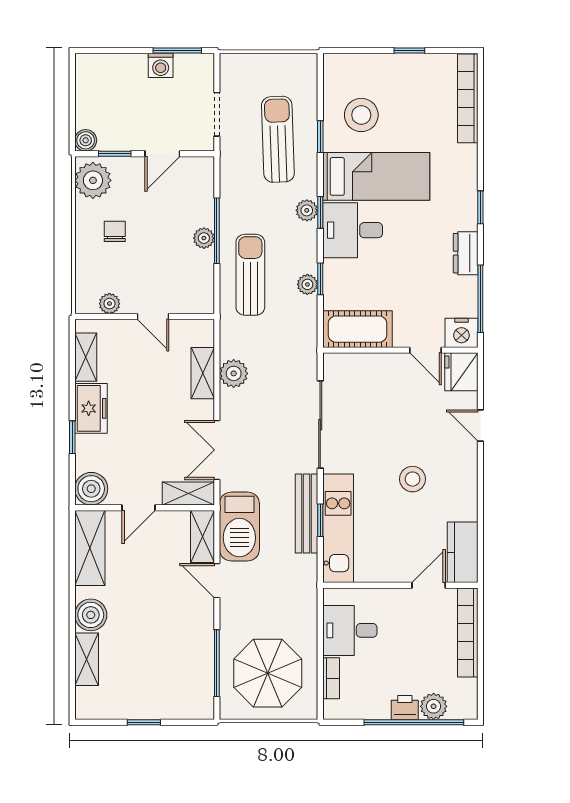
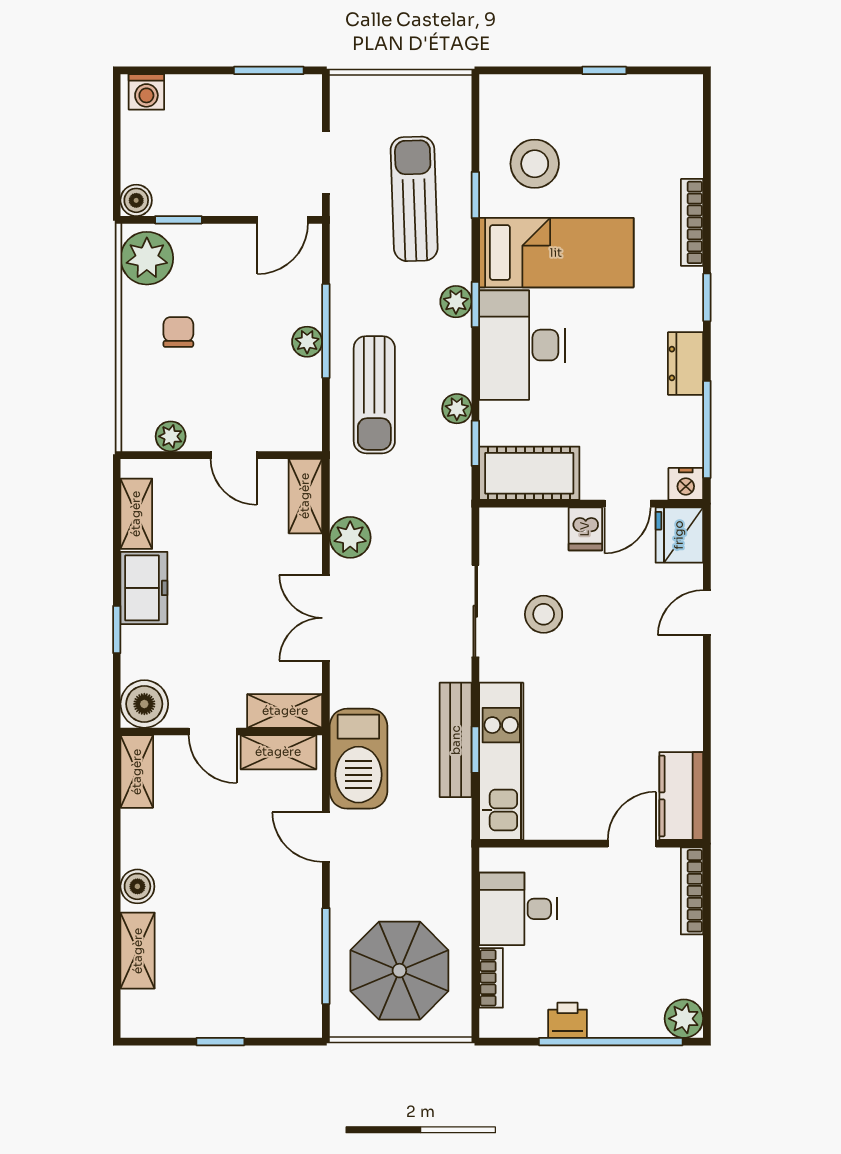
washing machine: (161, 65) -> (146, 92), moved
bookcase: (468, 98) -> (692, 222), moved, width x0.68, depth x0.76
door: (162, 154) -> (283, 220), moved
desk: (353, 230) -> (522, 345), width x1.37
sun lounger: (250, 275) -> (374, 395), turned 180
window: (320, 279) -> (475, 443), moved
nightstand: (461, 333) -> (686, 484), width x0.74, depth x0.75
door: (426, 350) -> (628, 504), hinge flipped
dishwasher: (396, 368) -> (585, 529), added
shelving: (203, 373) -> (305, 496), moved
sliding door: (320, 425) -> (475, 611), width x0.73
door: (480, 426) -> (707, 613), hinge flipped
double door: (217, 450) -> (326, 618), moved
stool: (413, 479) -> (544, 614), moved
door: (139, 508) -> (213, 732), hinge flipped
shelving: (202, 537) -> (278, 752), moved, turned 90
shelving: (90, 548) -> (137, 772), width x0.67, depth x0.75
boiler: (91, 615) -> (137, 886), width x0.73, depth x0.73
bookcase: (468, 632) -> (692, 891), width x0.68, depth x0.76
plant: (434, 706) -> (684, 1019), moved
printer: (405, 707) -> (568, 1020), moved

